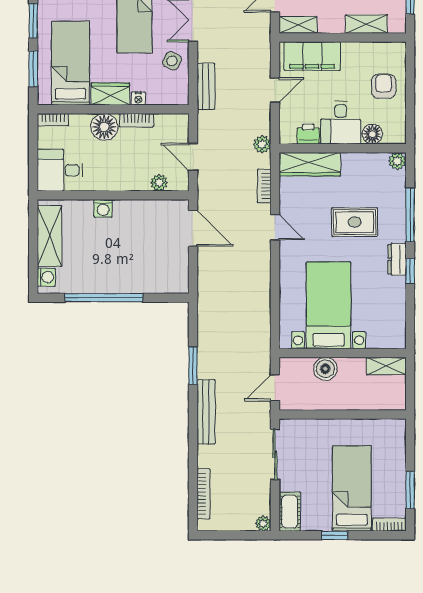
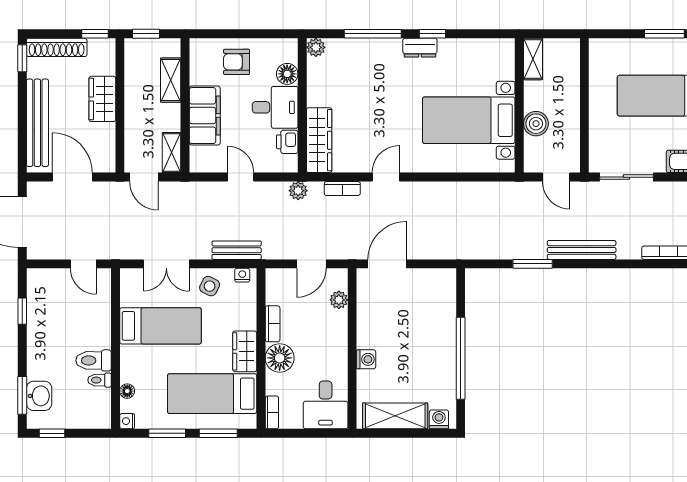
filing cabinet: (312, 56) -> (205, 116), moved
nightstand: (138, 99) -> (242, 275), moved, turned -90
rug: (355, 222) -> (381, 93), removed

